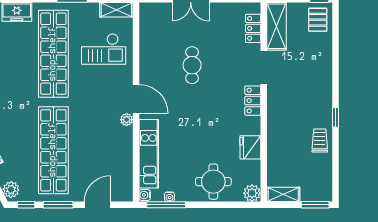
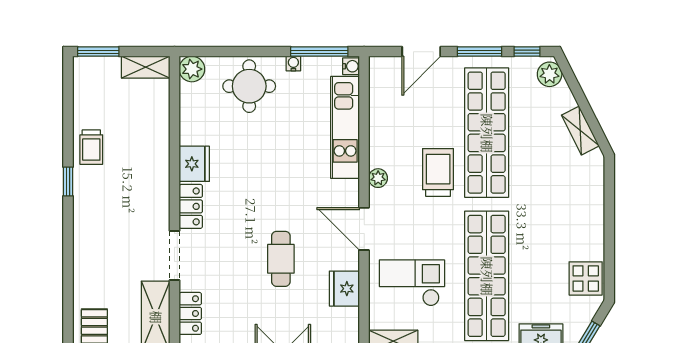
fridge: (149, 45) -> (344, 289), added
door: (136, 99) -> (364, 229), moved
trolley: (86, 123) -> (438, 172), added
fridge: (250, 147) -> (194, 164), moved
water cooler: (170, 197) -> (293, 64), moved

